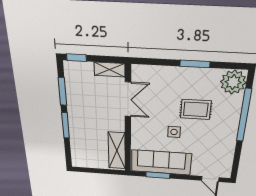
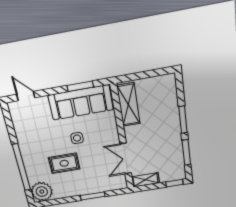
window: (195, 64) -> (93, 196), moved

